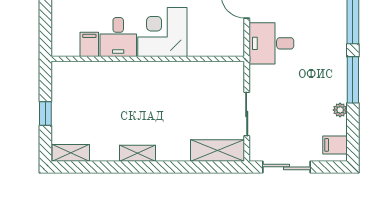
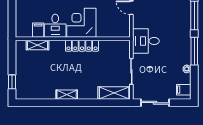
desk: (271, 43) -> (146, 41), moved
locker: (163, 71) -> (82, 46), added
window: (45, 113) -> (12, 82), moved
shelving: (71, 153) -> (37, 45), moved

